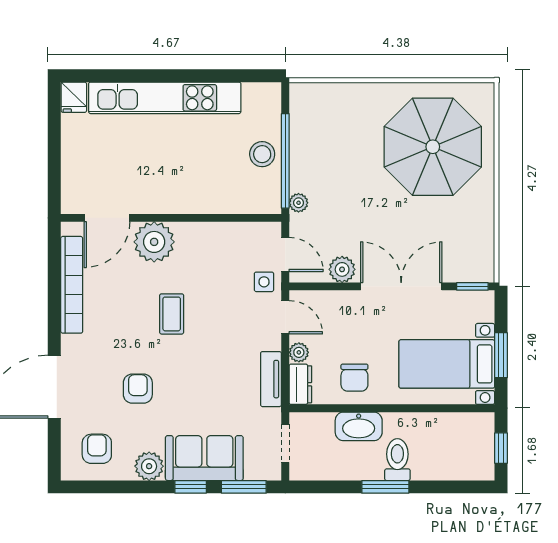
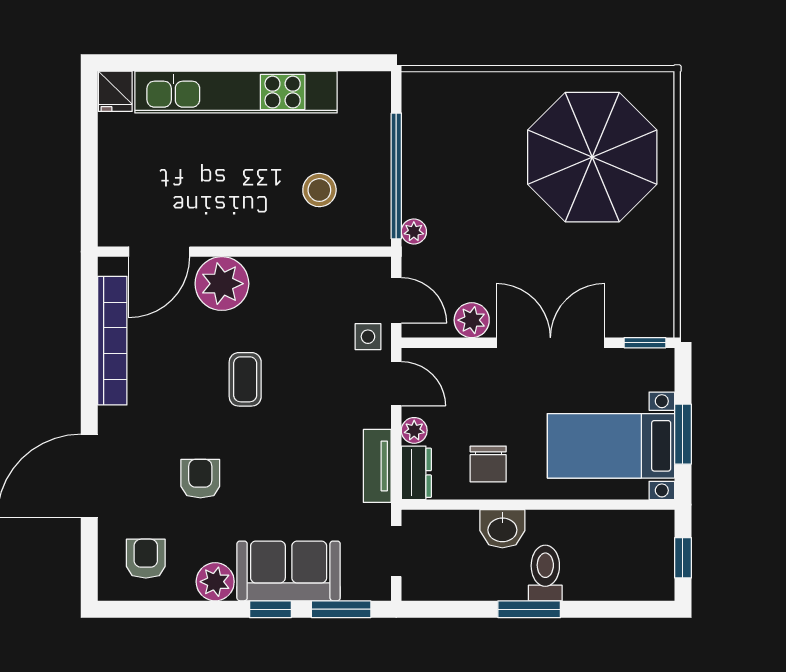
stool: (262, 154) -> (319, 190), moved
washbasin: (359, 426) -> (502, 529), width x0.72

